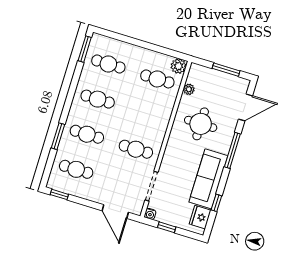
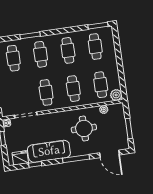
cafe table: (147, 114) -> (73, 89), added

